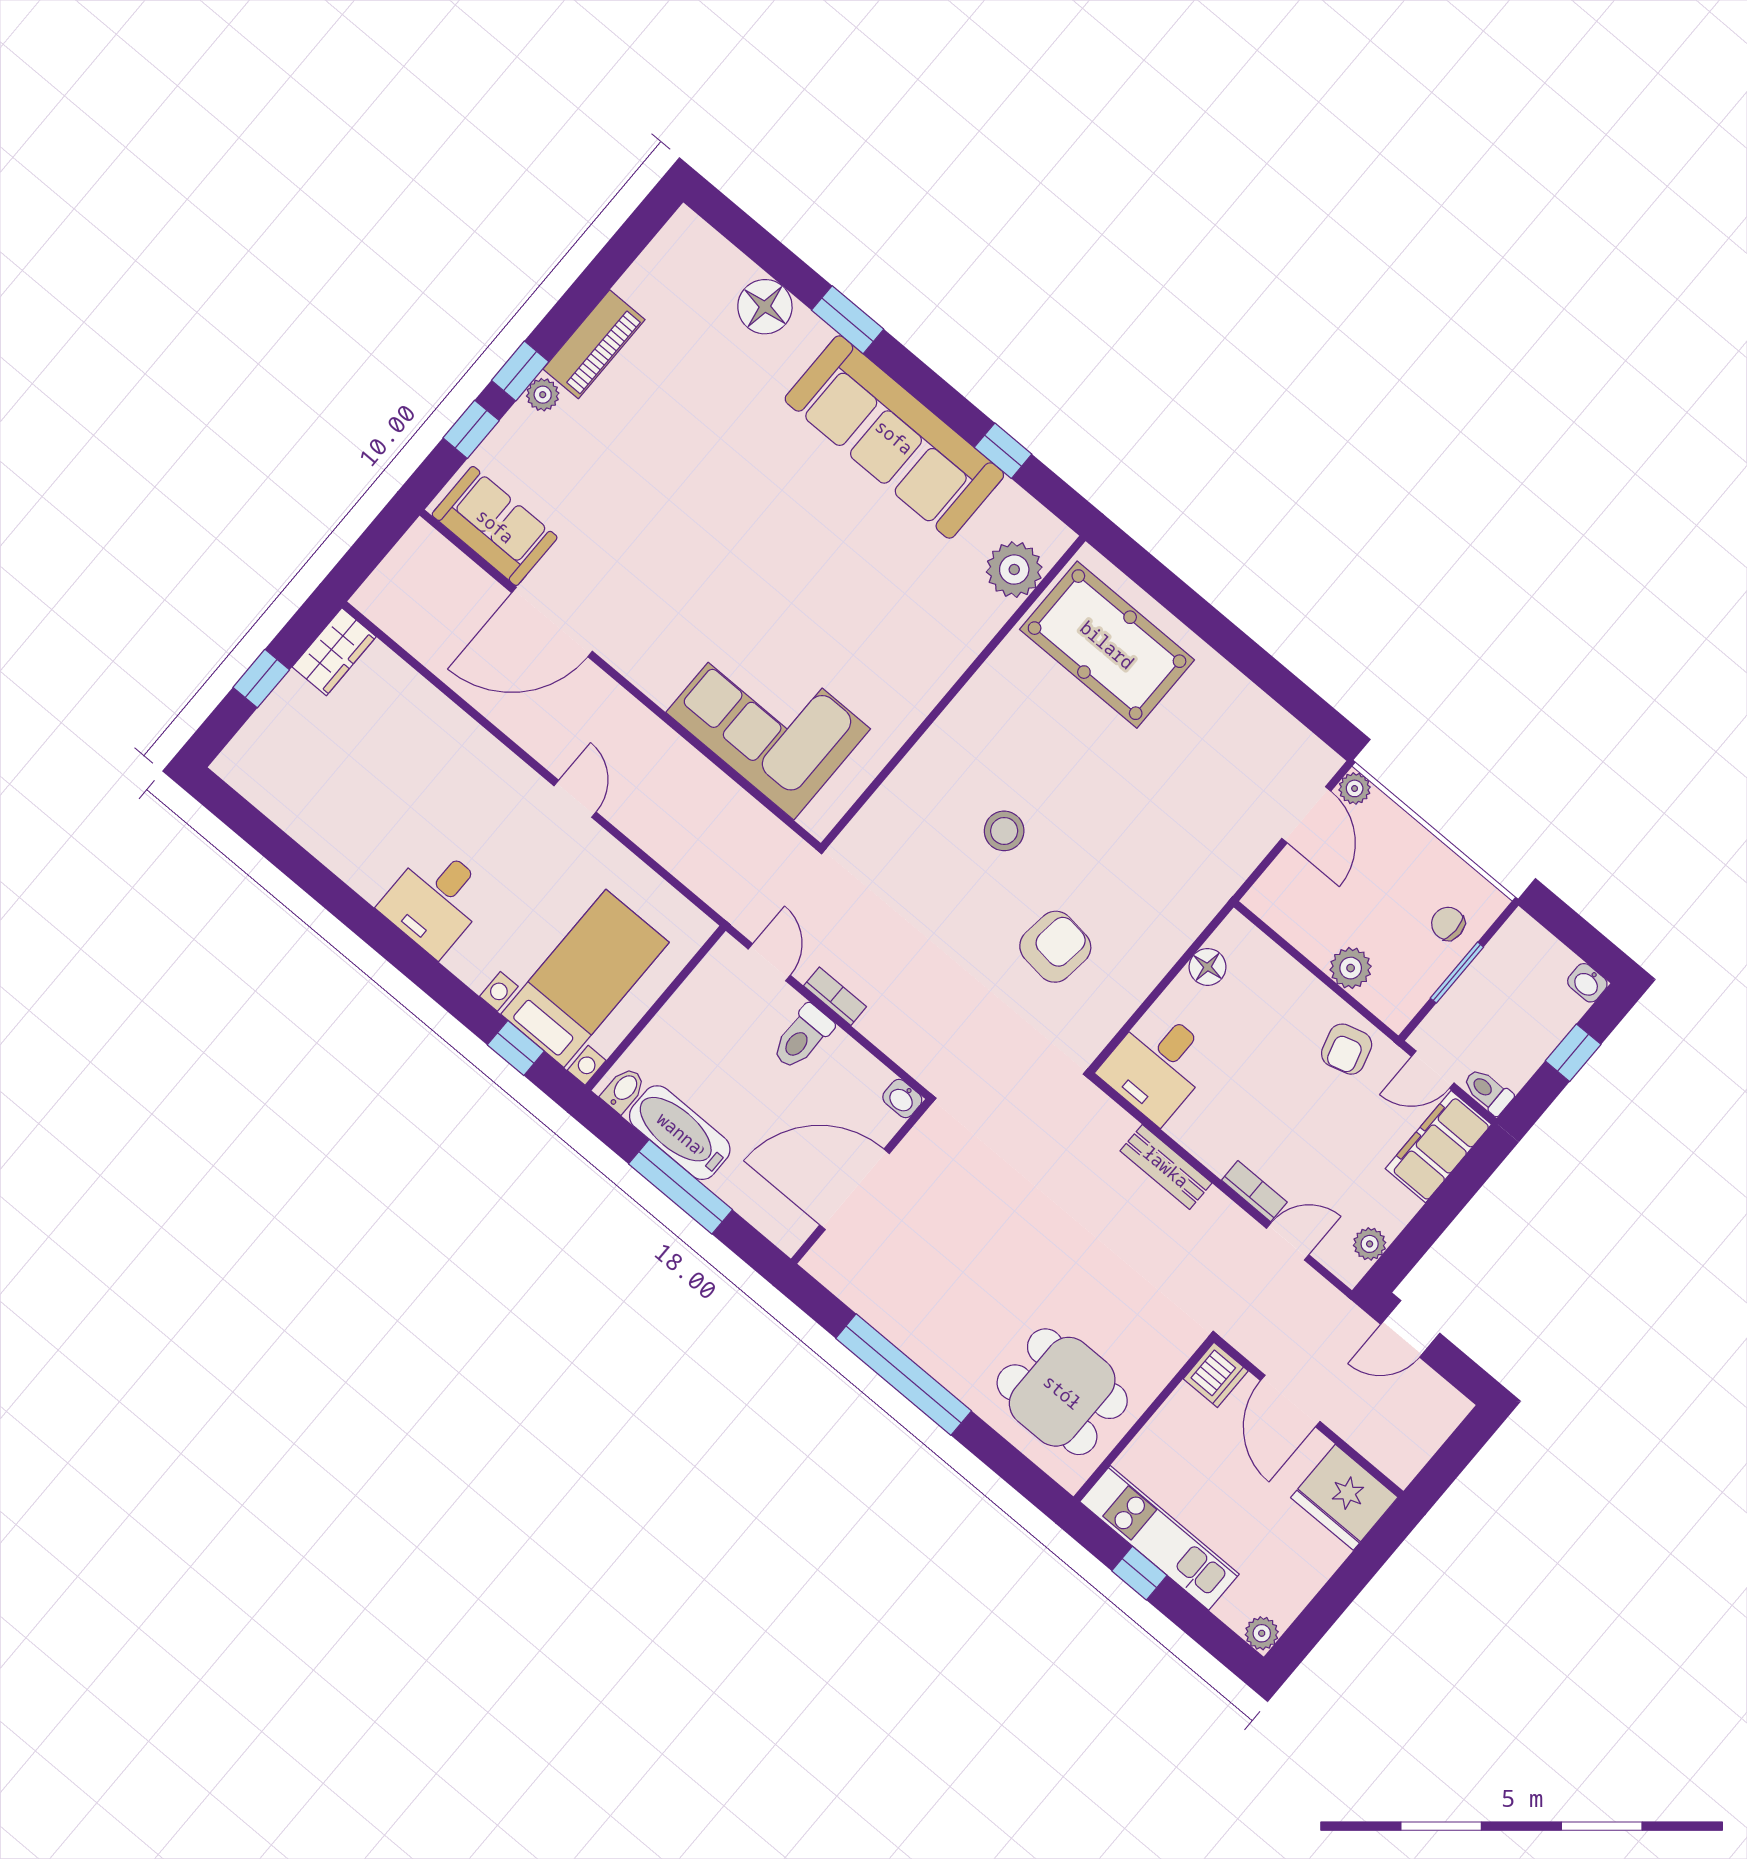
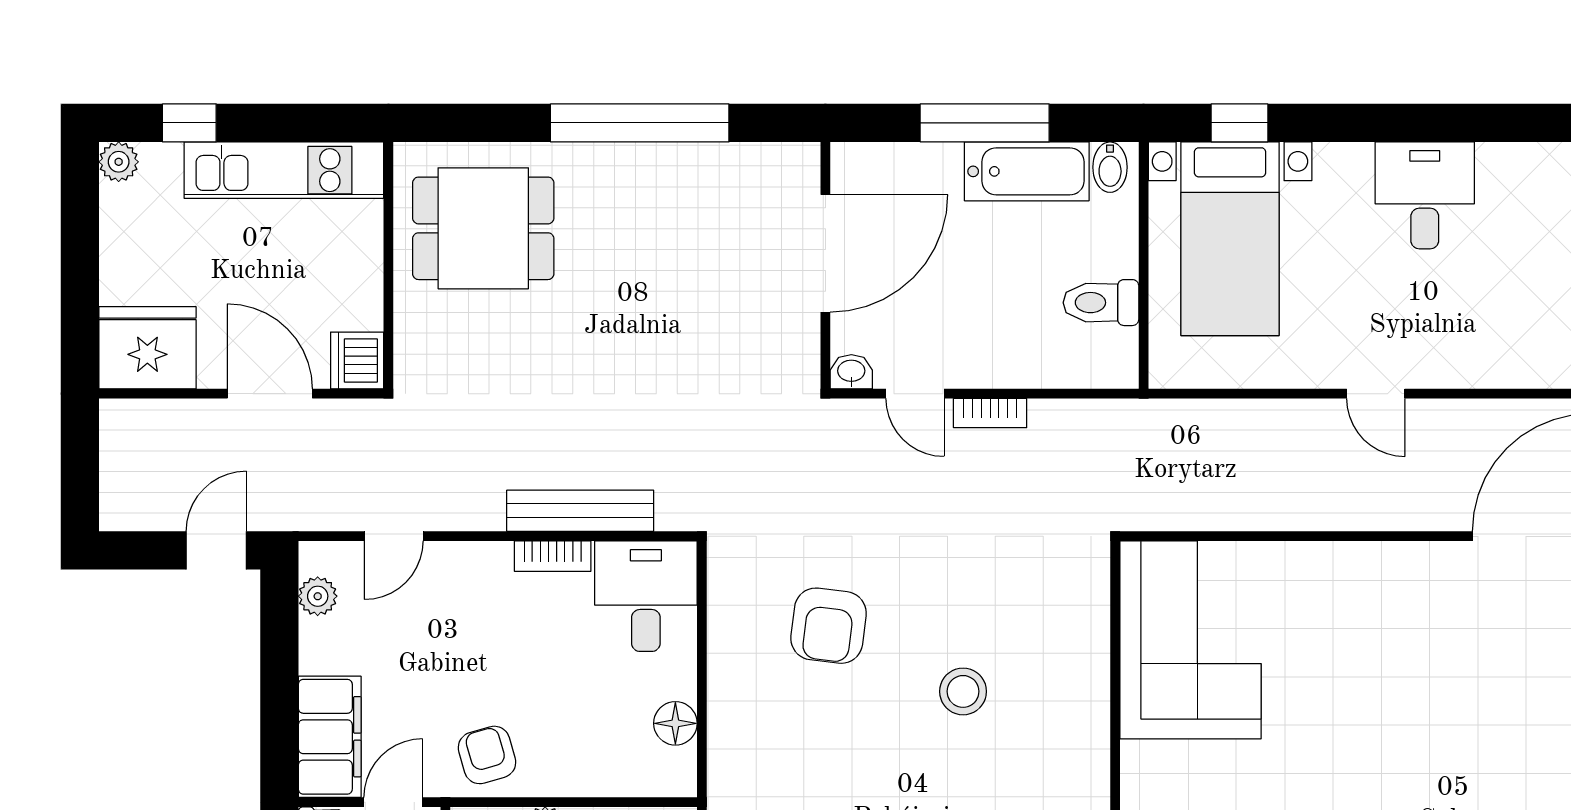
corner sofa: (768, 721) -> (1190, 640), moved, turned -90
door: (769, 962) -> (915, 394), moved
toilet: (802, 1037) -> (1101, 303), moved, turned -90
bench: (1166, 1167) -> (580, 511), width x1.36
bookcase: (1254, 1191) -> (553, 556), moved
window: (1139, 1573) -> (189, 123), moved

